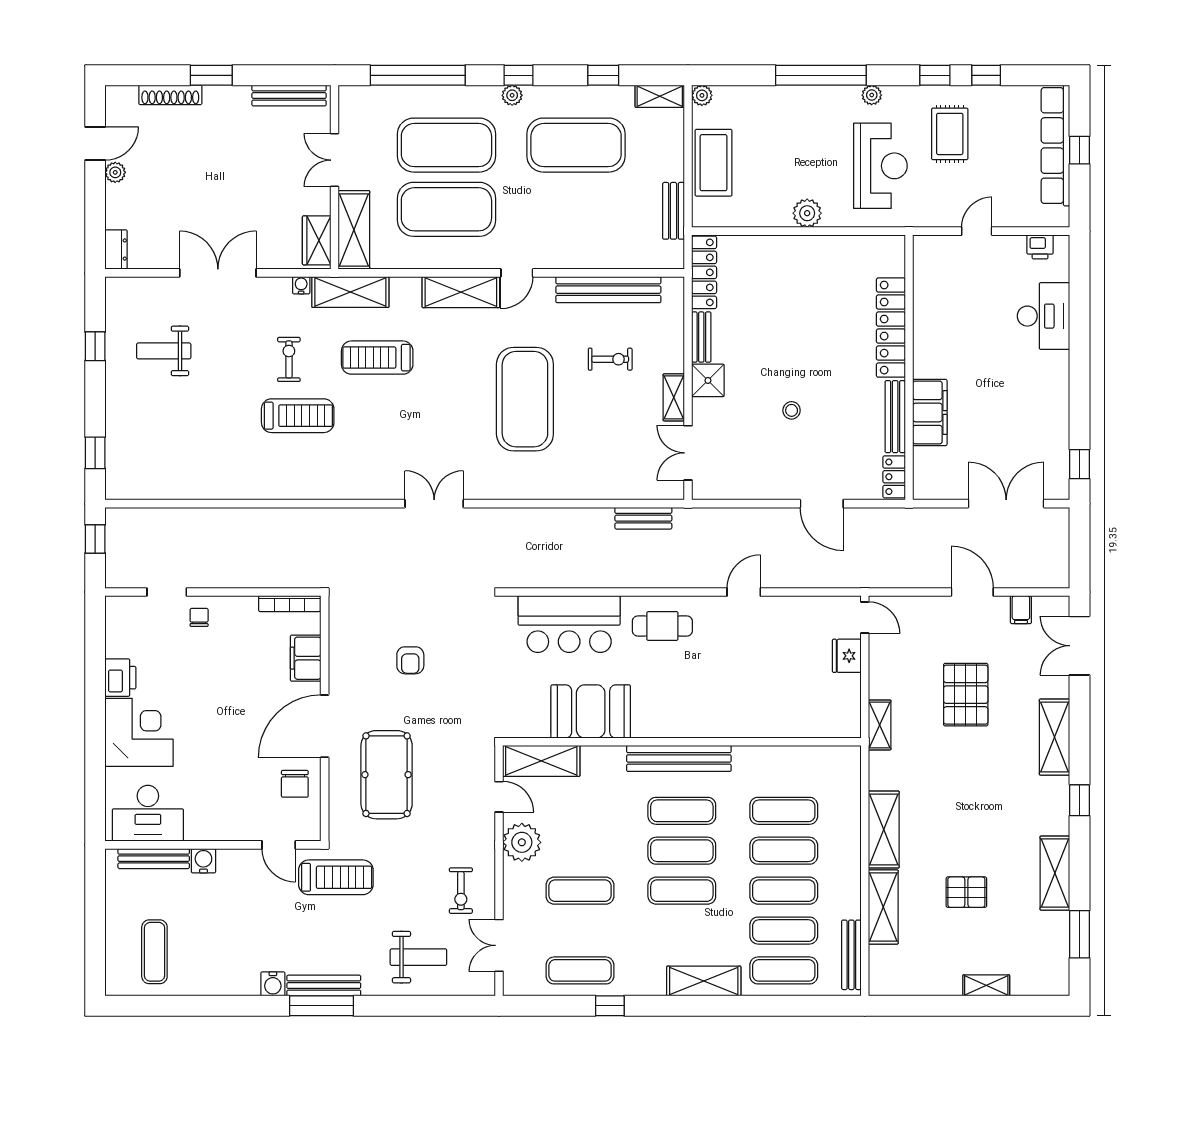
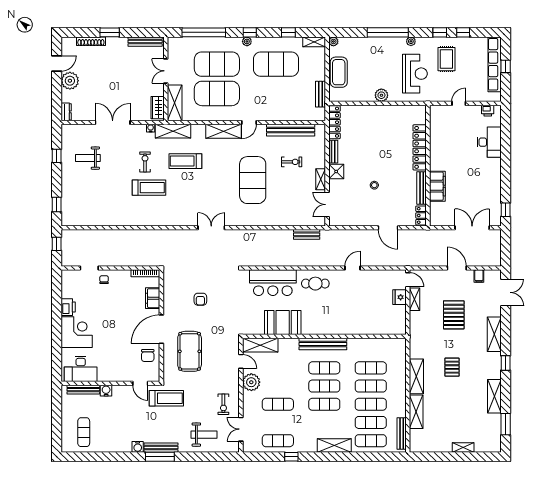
plant: (115, 172) -> (70, 81), width x1.87, depth x1.87
double door: (1080, 646) -> (506, 292), swing flipped
shelving: (880, 725) -> (414, 299), moved
pallet: (966, 892) -> (452, 367), moved, turned 90

